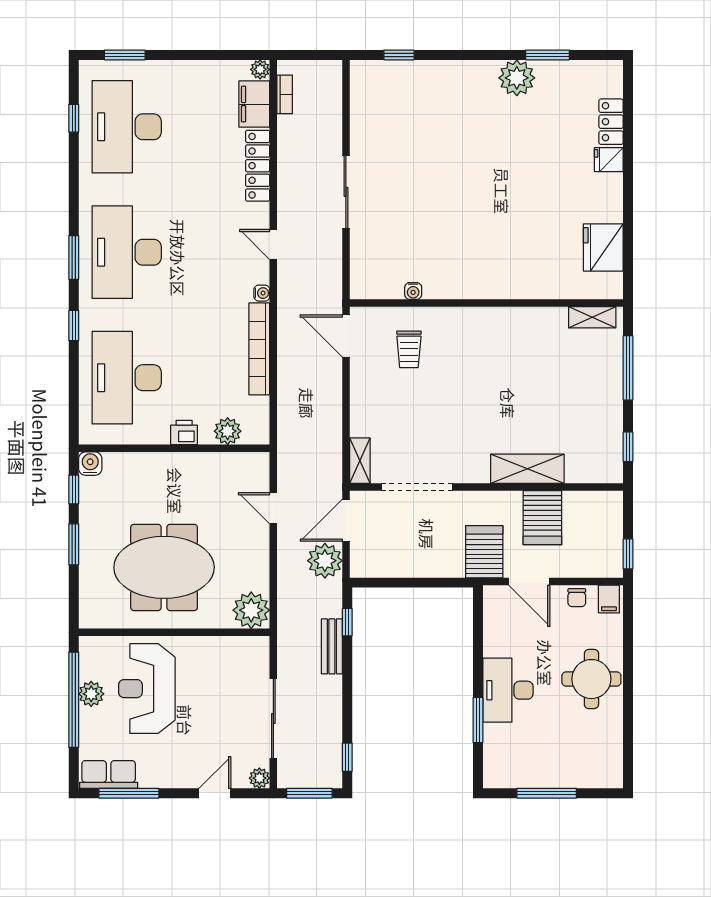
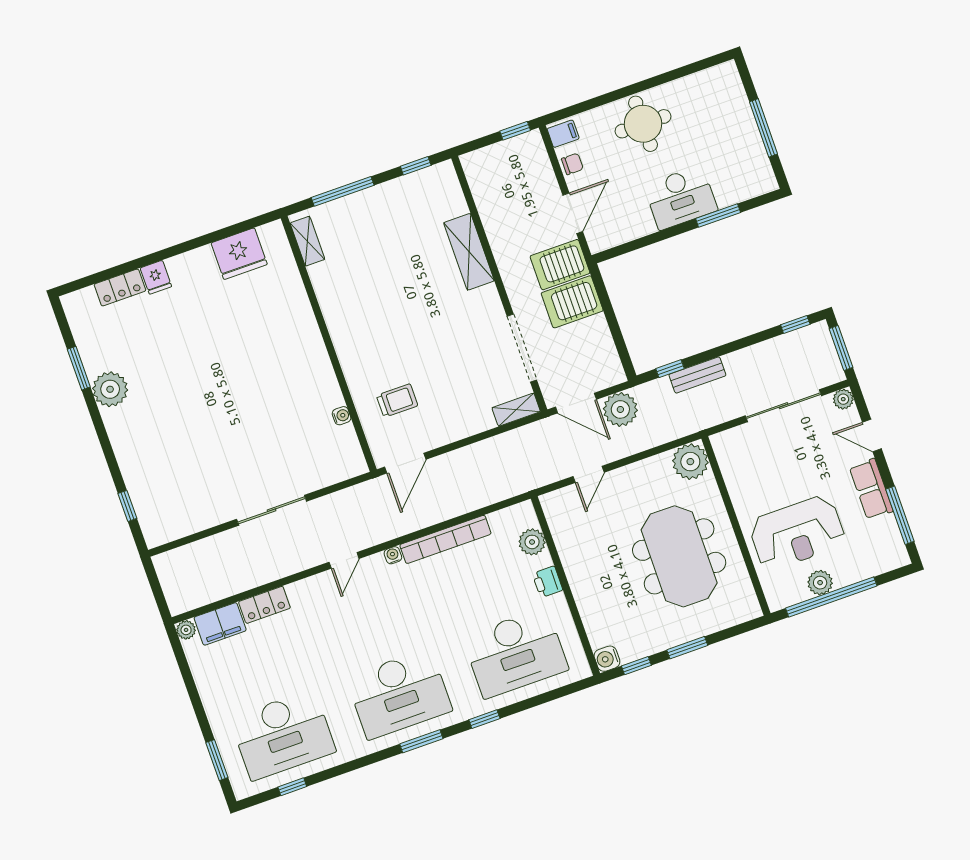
bookcase: (285, 94) -> (201, 599), removed
locker: (258, 166) -> (264, 605), width x0.66
server rack: (542, 518) -> (572, 302), moved, turned 180
row of seats: (109, 775) -> (871, 489), moved

